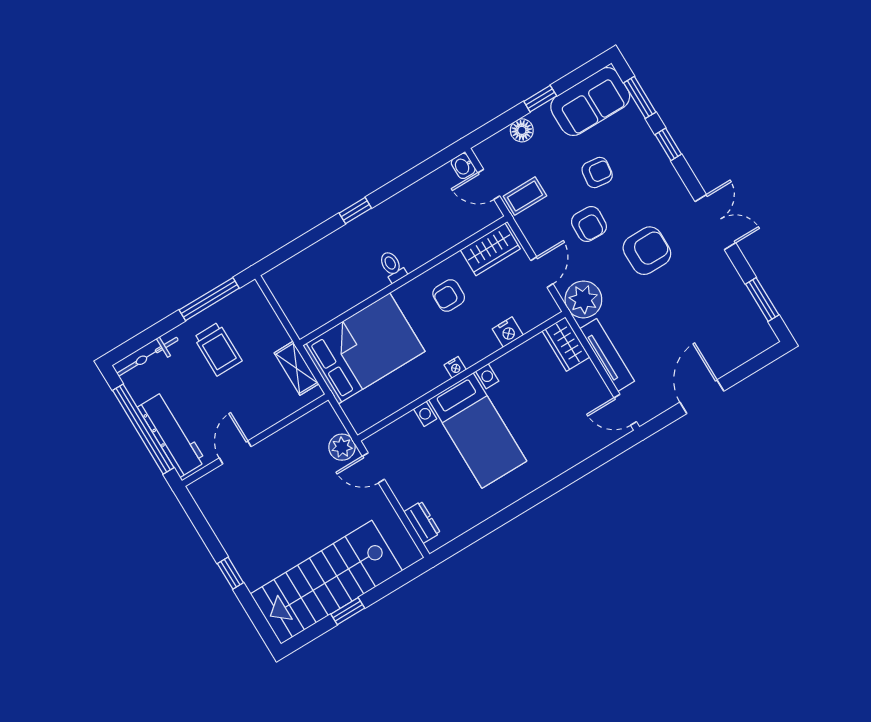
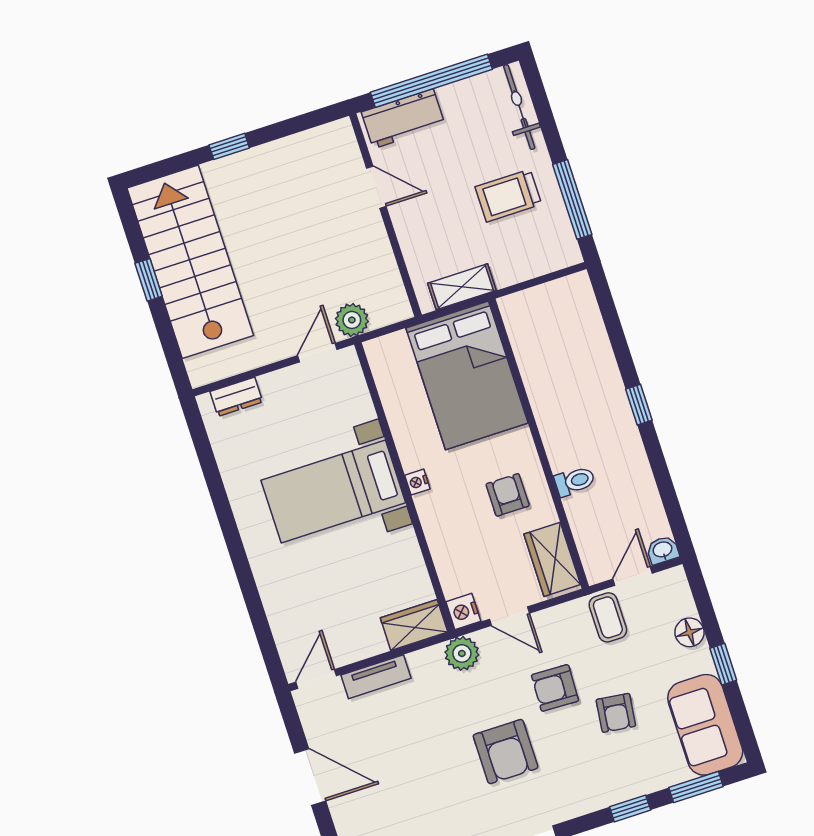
toilet: (392, 267) -> (575, 481), moved
plant: (583, 299) -> (462, 653), width x0.73, depth x0.73
nightstand: (508, 332) -> (463, 612), moved
tv unit: (607, 355) -> (376, 677), width x0.71
workbench: (172, 434) -> (403, 119), width x0.73

